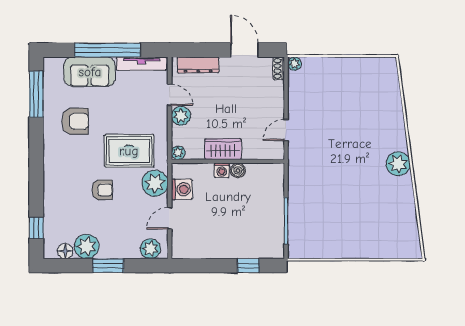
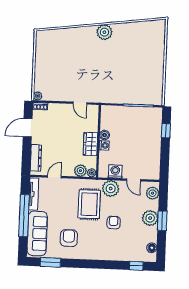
sofa: (90, 72) -> (37, 233), width x1.36
window: (36, 94) -> (51, 262), width x0.69
plant: (181, 116) -> (80, 171), moved
plant: (87, 246) -> (150, 218), moved

